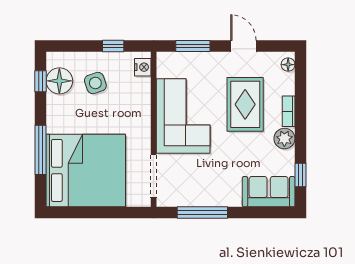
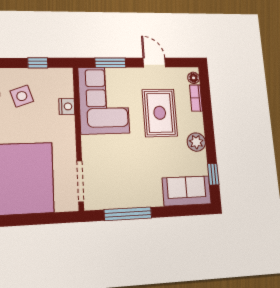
nightstand: (143, 67) -> (67, 106), moved
bookcase: (289, 111) -> (196, 98), moved
corner sofa: (183, 116) -> (104, 100), moved

